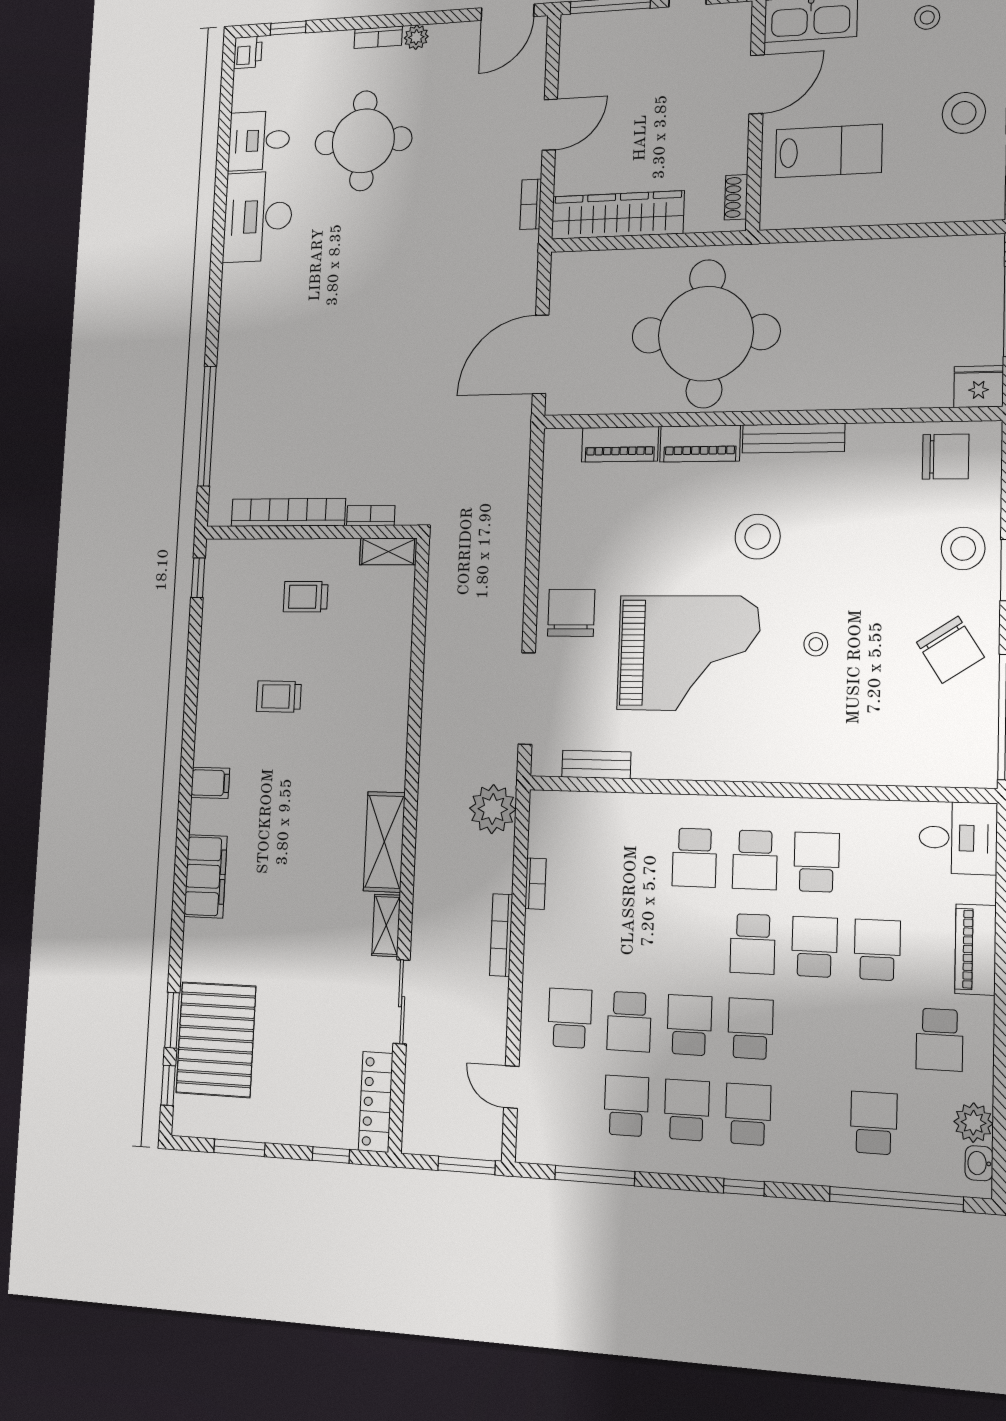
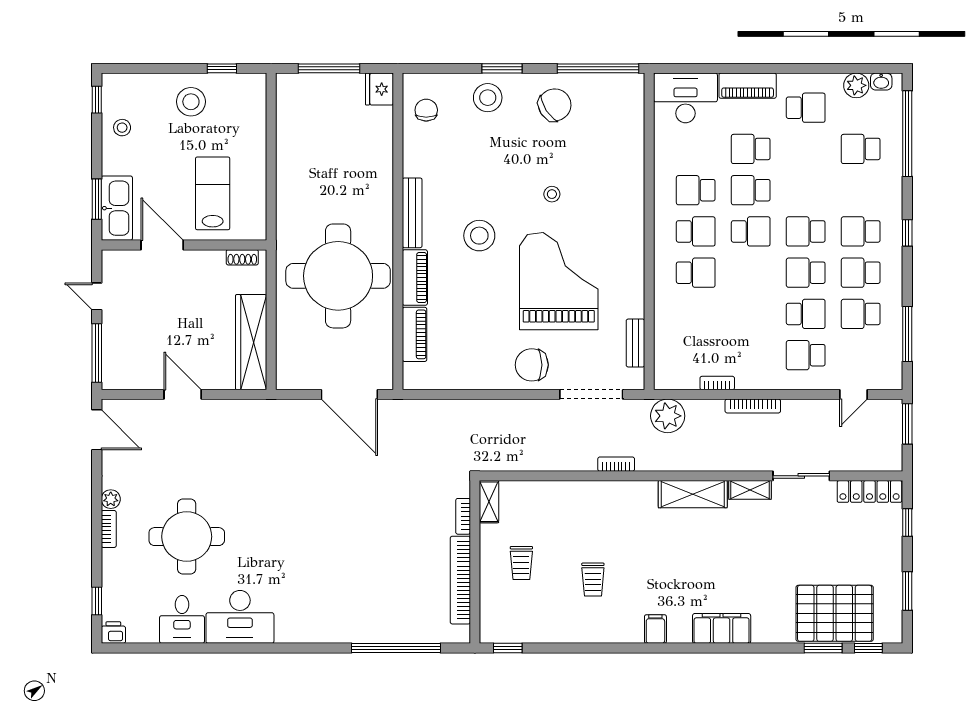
bookcase: (531, 204) -> (616, 464), moved, turned 180
chair: (946, 457) -> (426, 110), width x0.73, depth x0.73
desk: (958, 838) -> (685, 98), width x1.37

